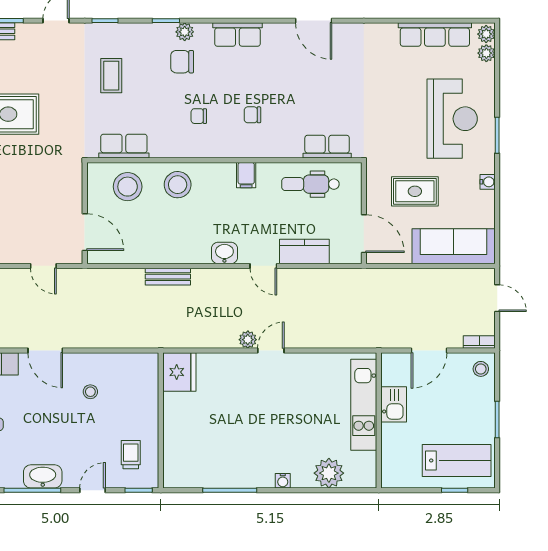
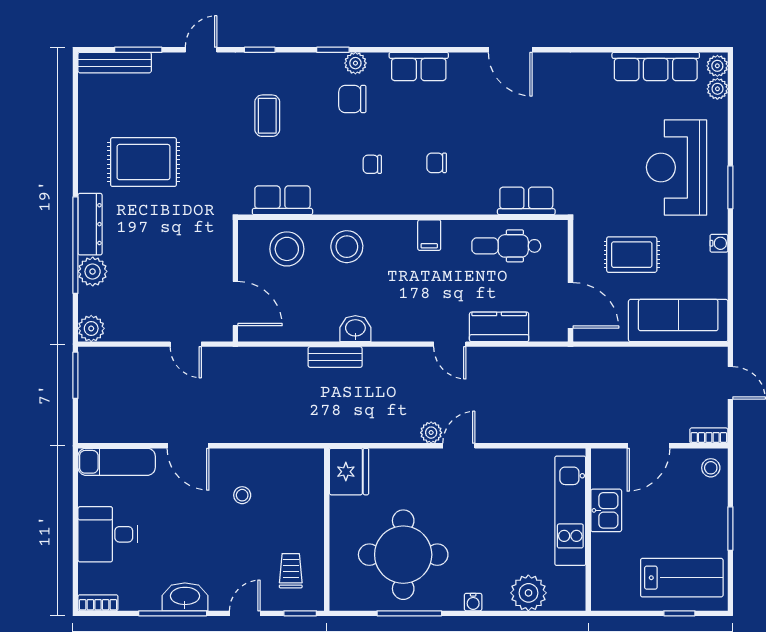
reception desk: (452, 119) -> (676, 167), turned 180
washbasin: (224, 253) -> (355, 329), moved
round table: (225, 441) -> (403, 555), added

